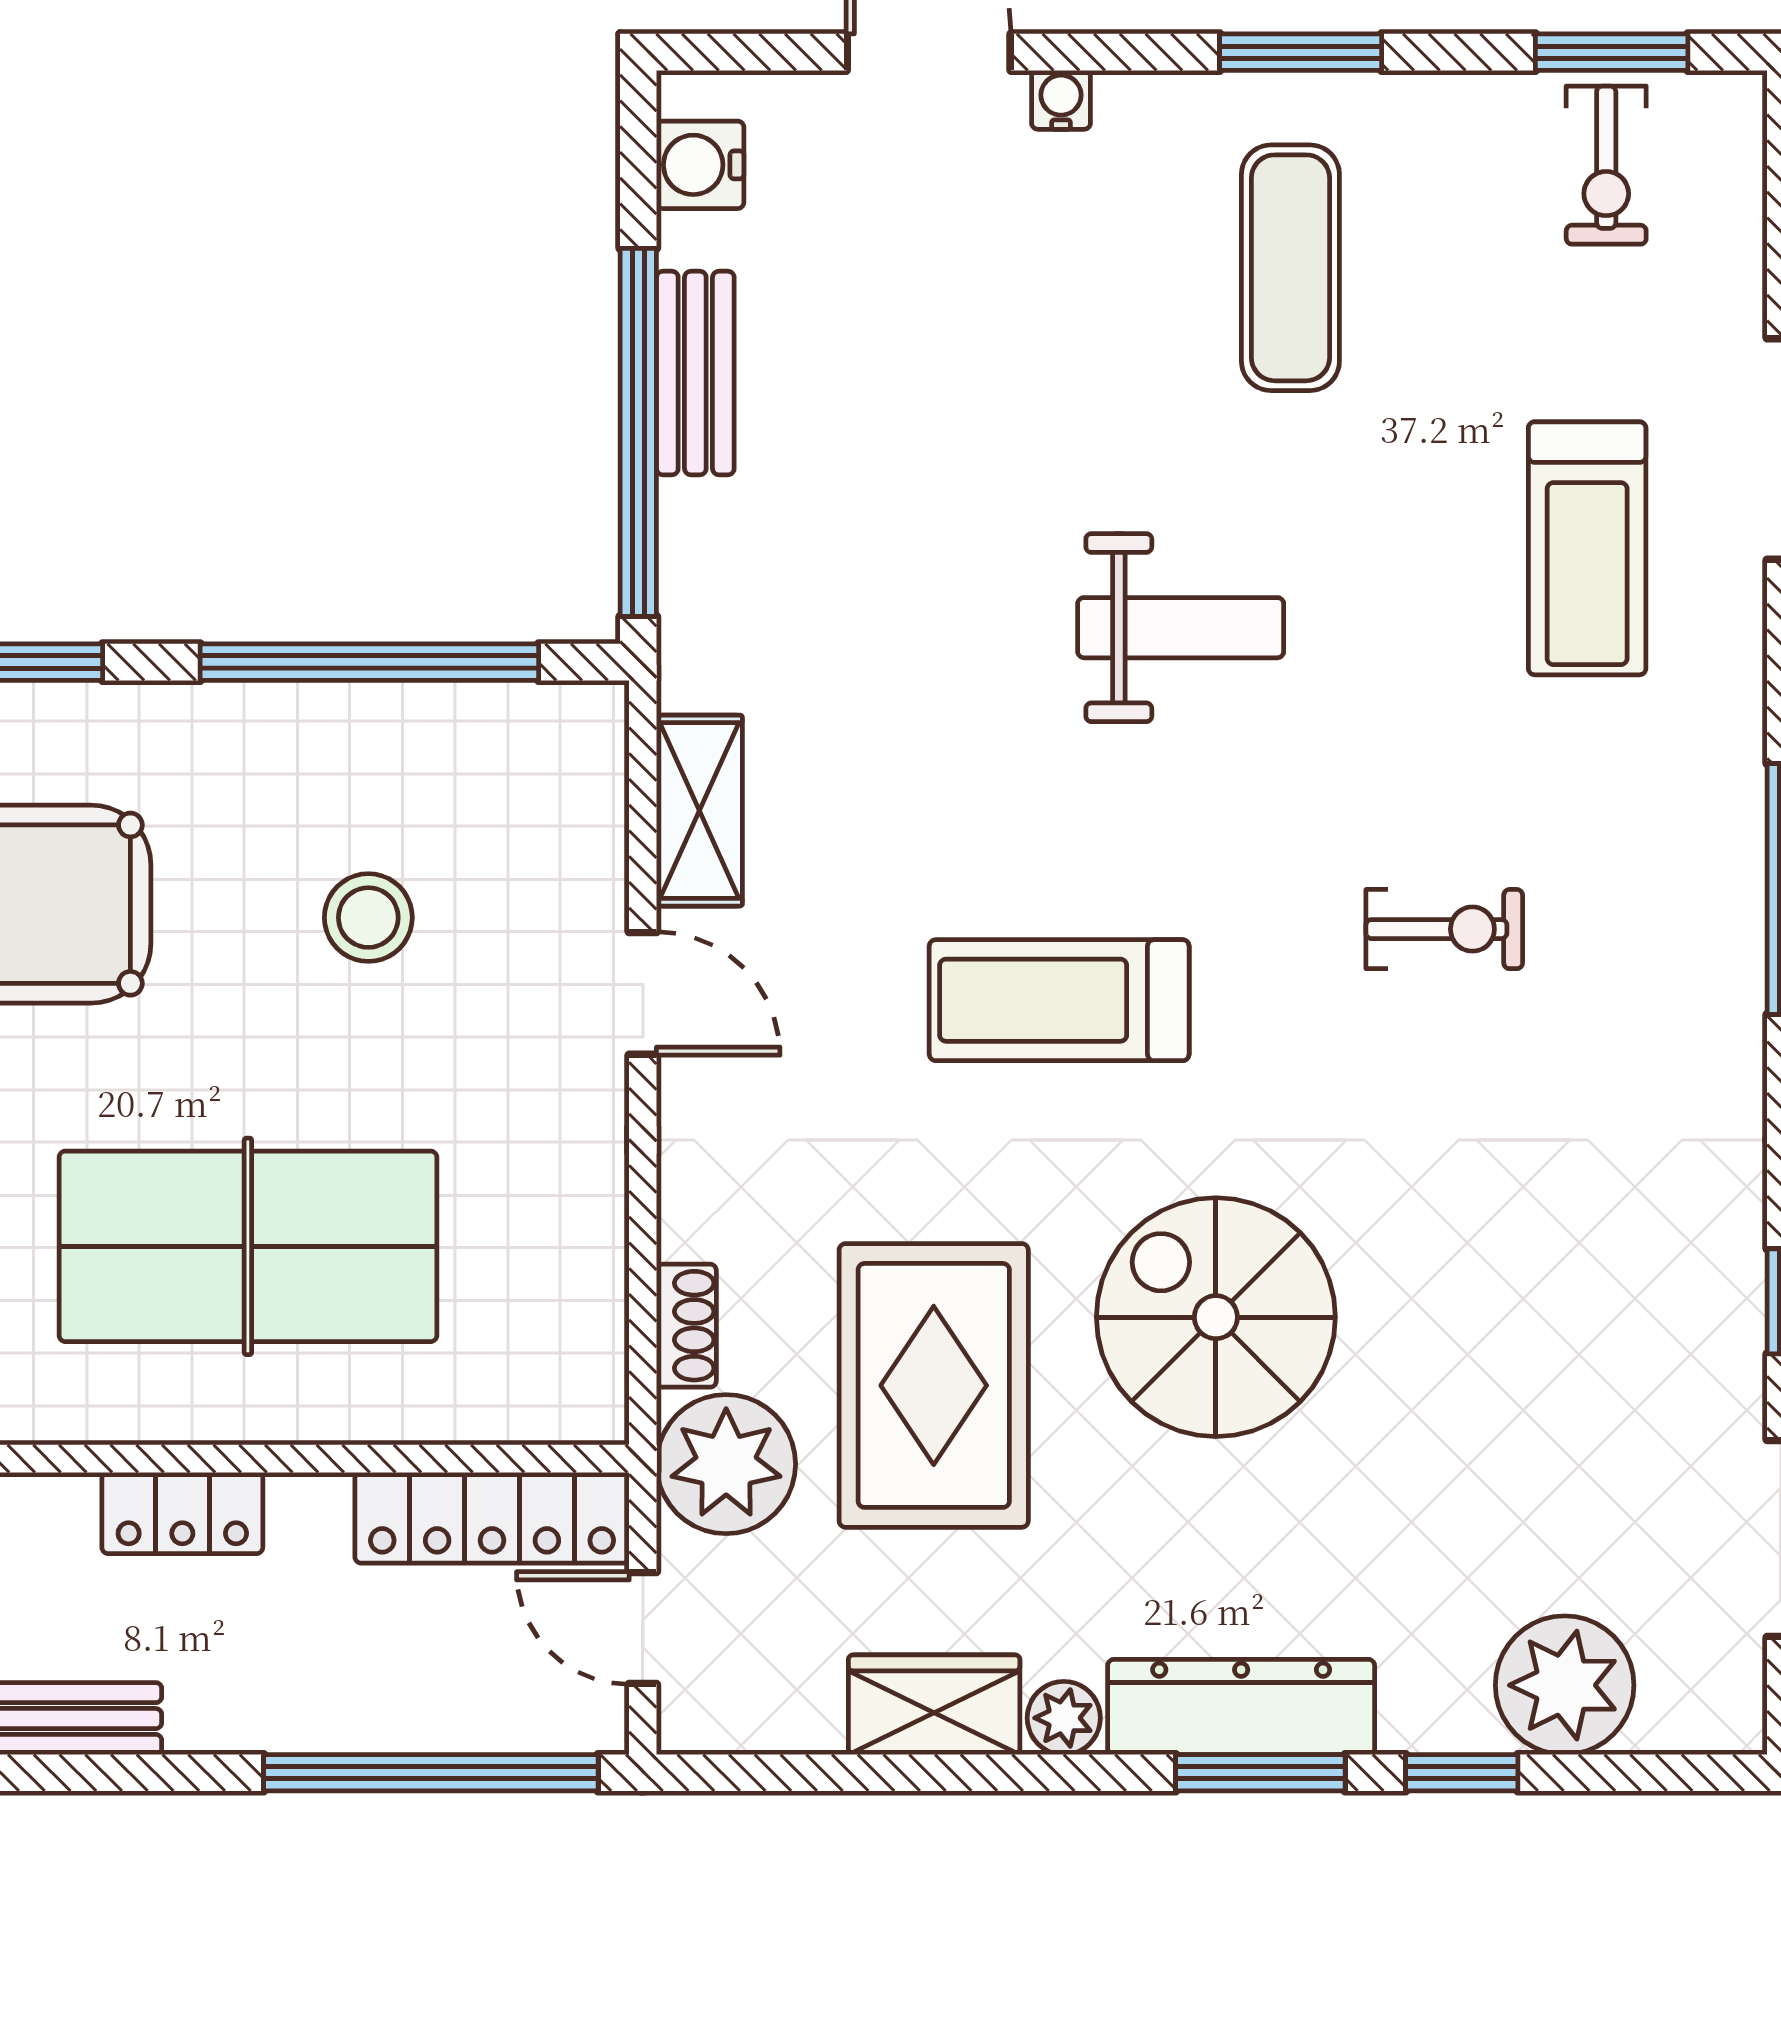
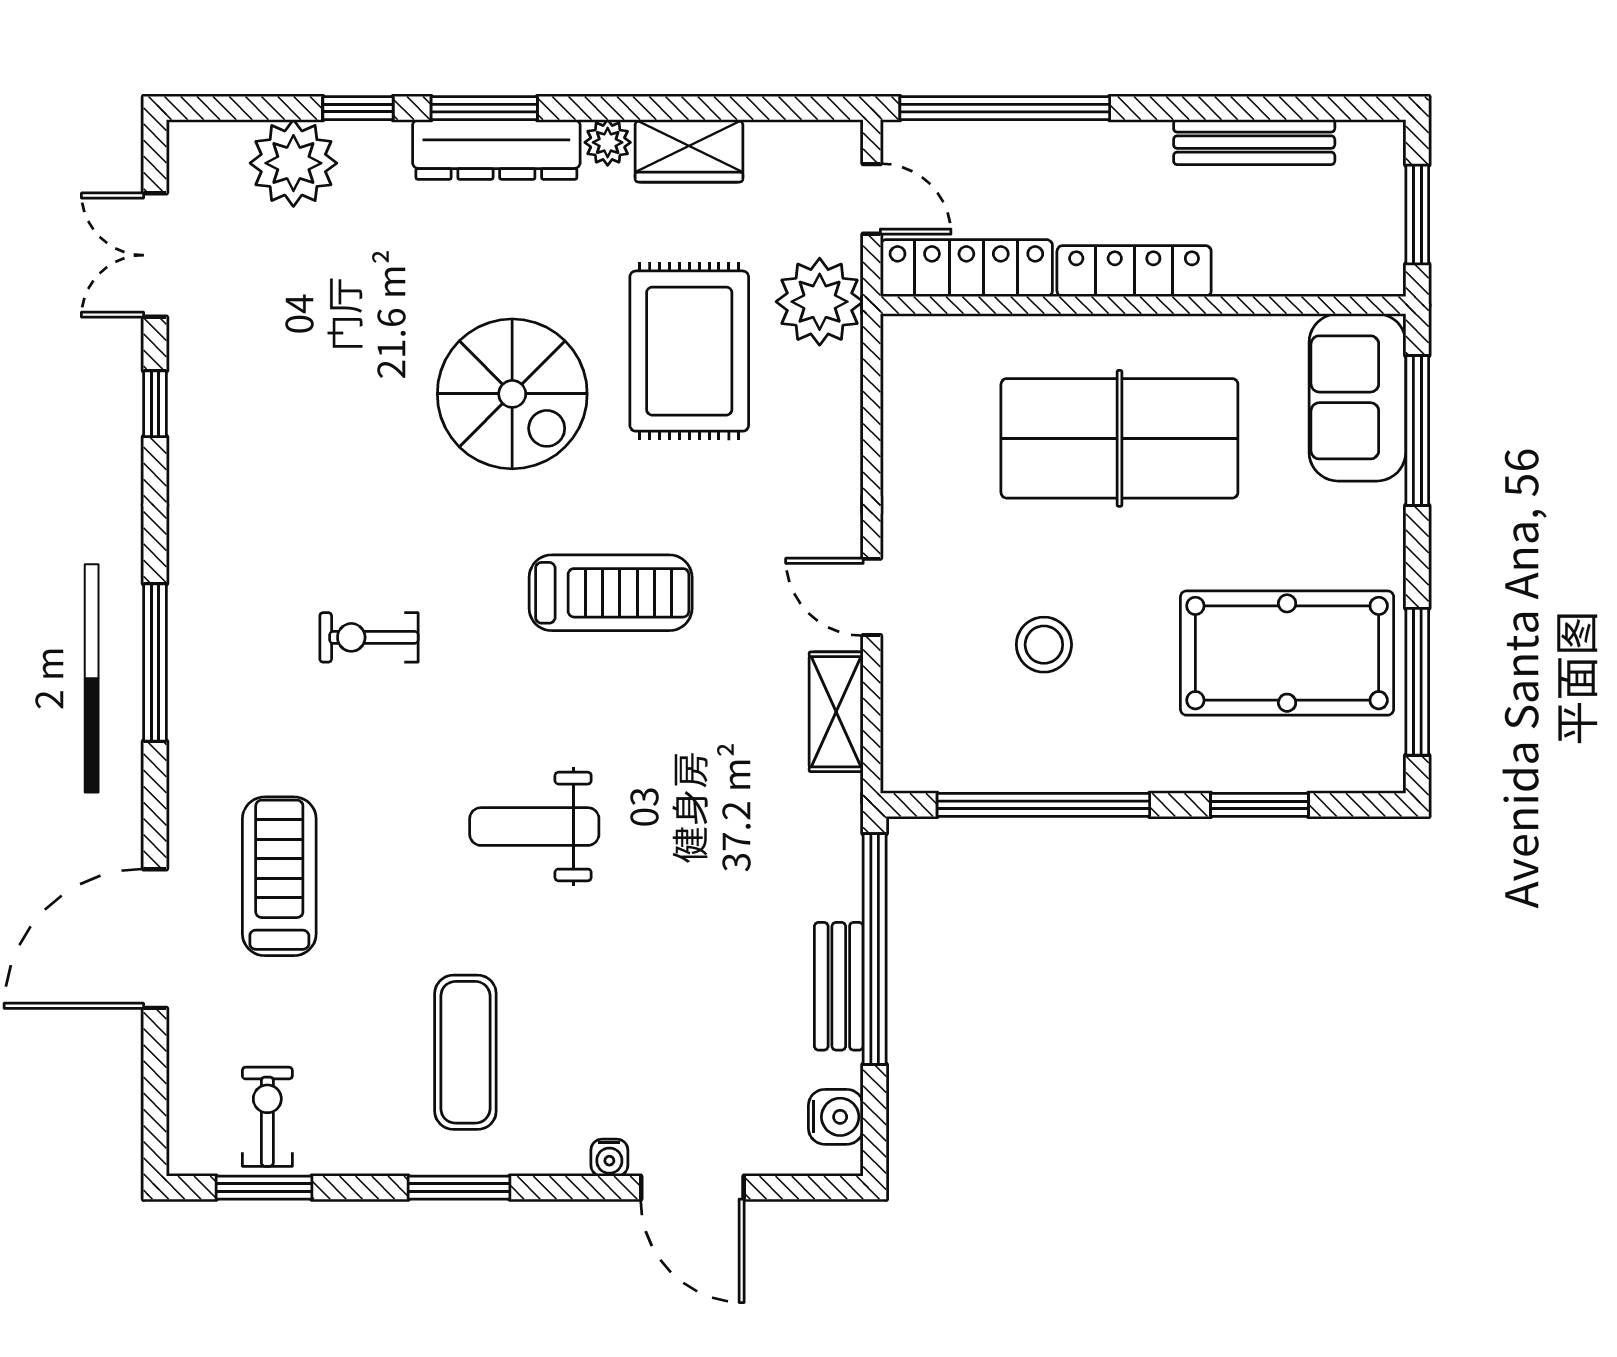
shoe rack: (686, 1326) -> (844, 389), removed
locker: (182, 1513) -> (1134, 271), width x1.53

